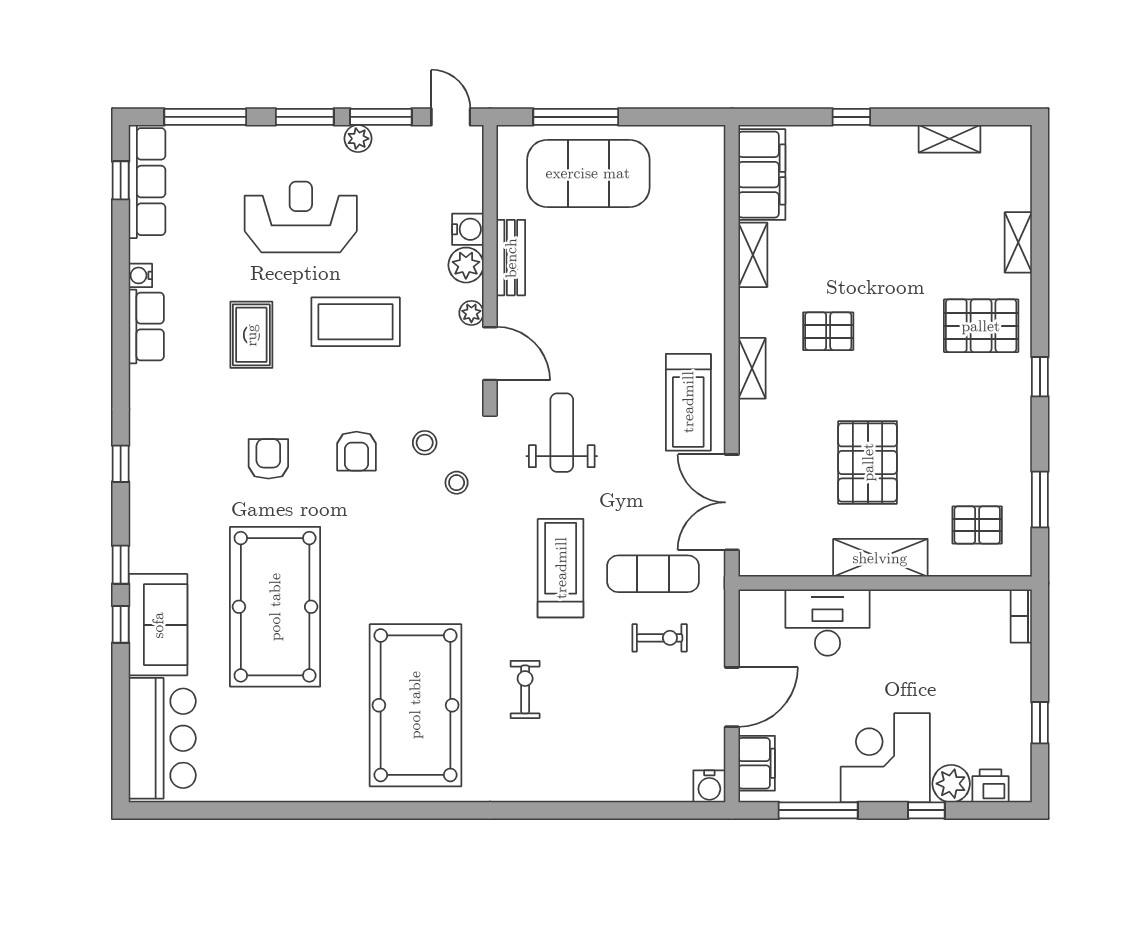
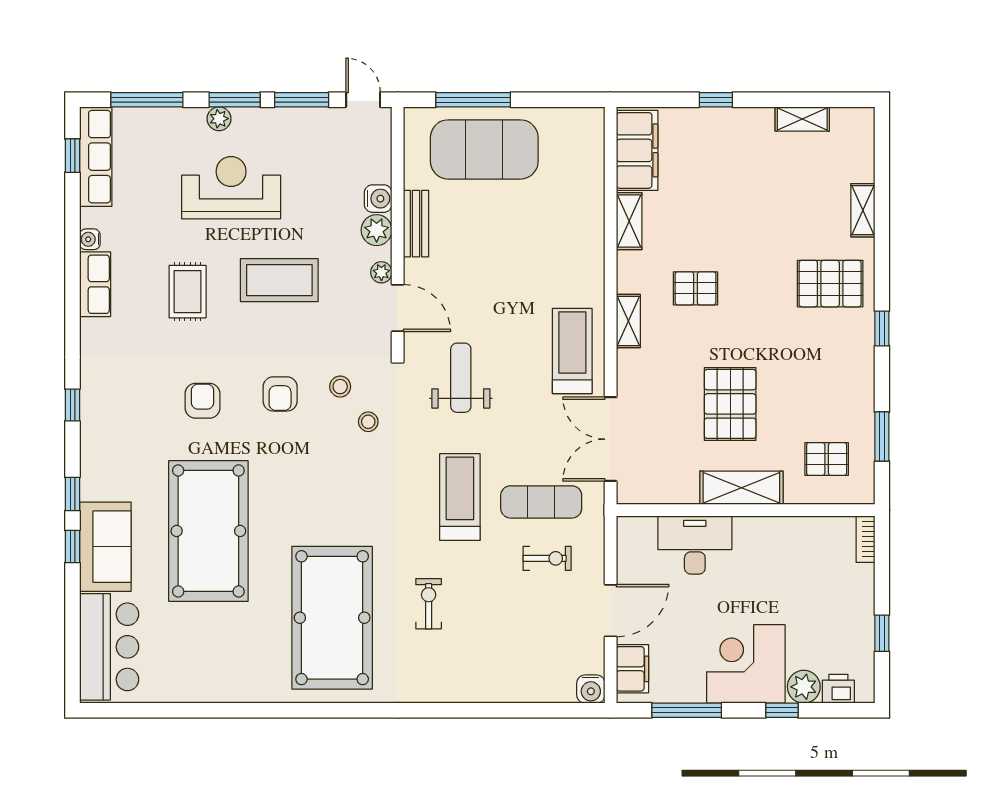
plant: (358, 139) -> (219, 119), moved
treadmill: (688, 402) -> (572, 351), turned 180

